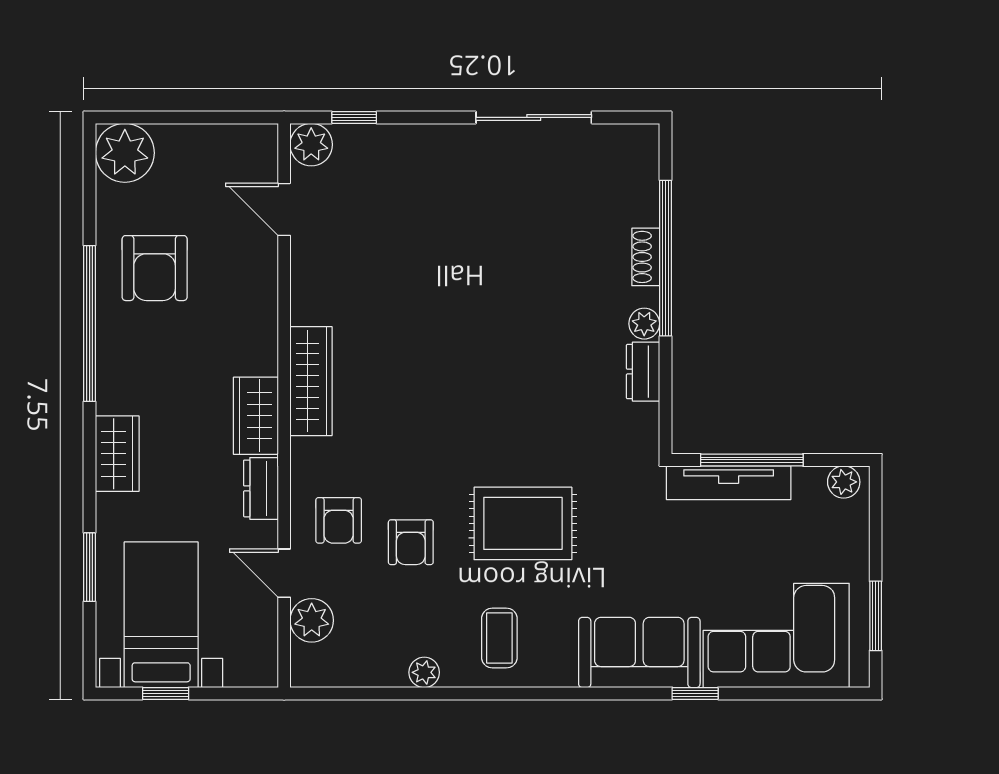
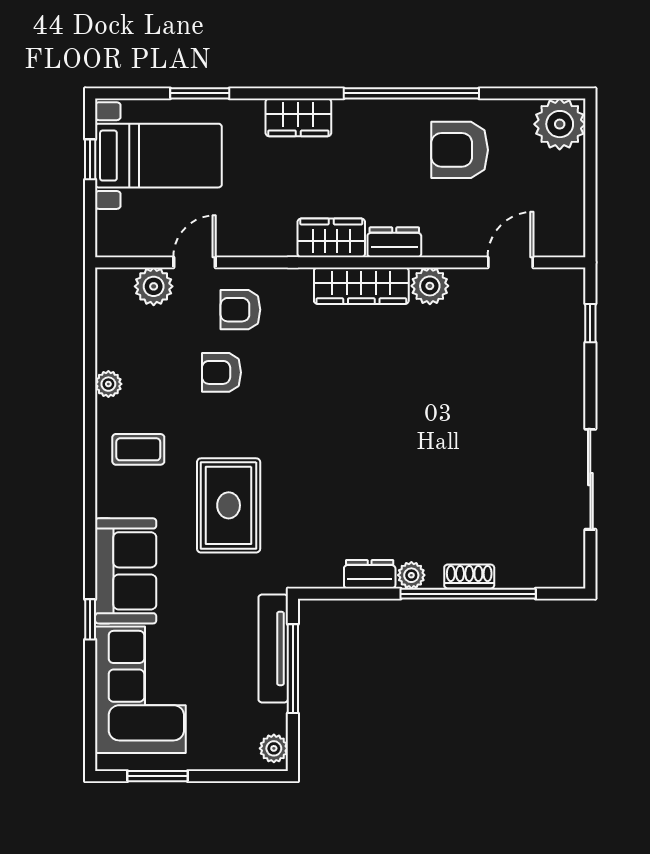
plant: (311, 145) -> (430, 286), moved
dresser: (261, 488) -> (394, 242), moved
rug: (523, 523) -> (229, 505), moved

